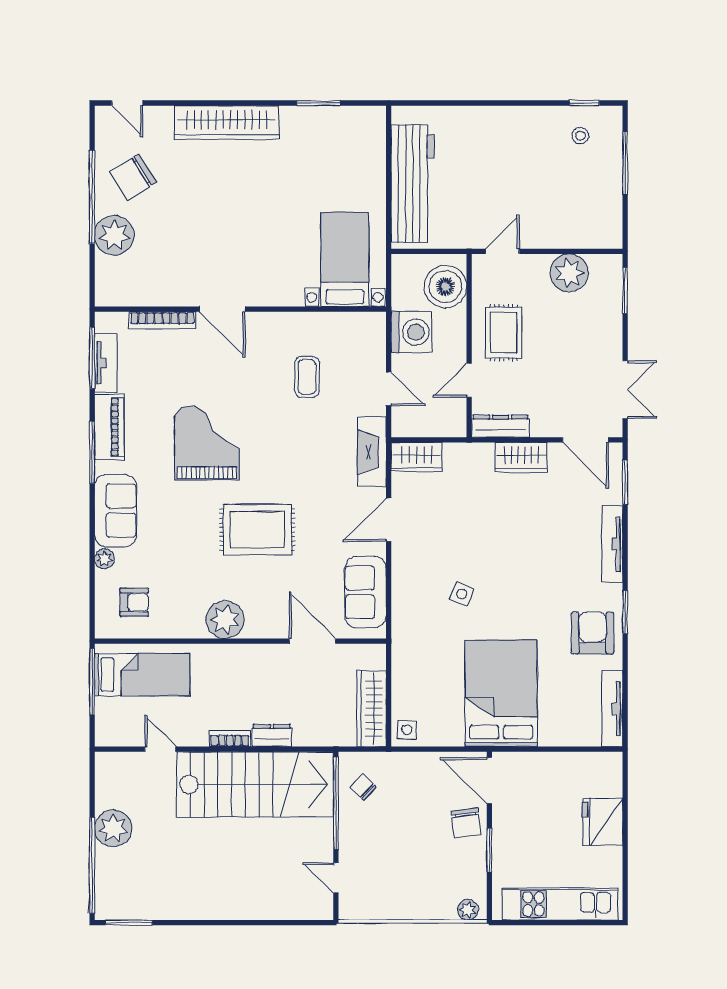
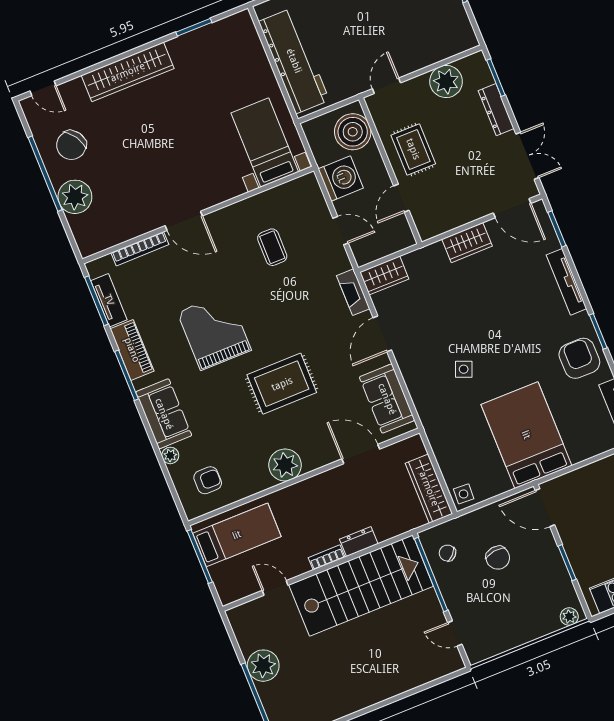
dresser: (500, 426) -> (496, 110), moved, turned -90
fireplace: (372, 452) -> (353, 292), width x0.73, depth x0.76
chair: (466, 823) -> (498, 558), moved

